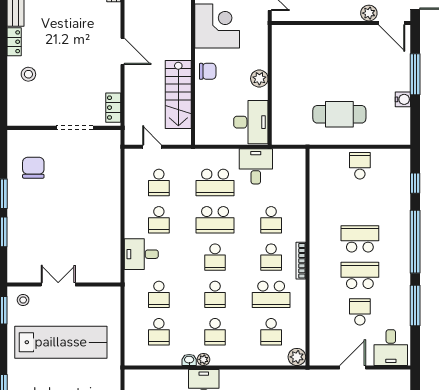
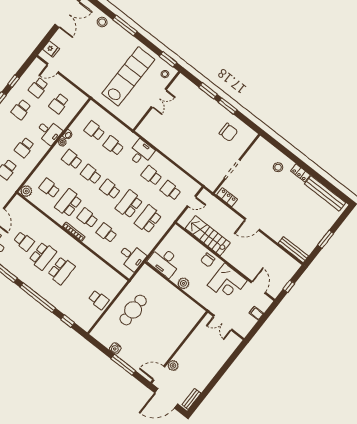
desk: (256, 166) -> (132, 257), moved
lab bench: (61, 342) -> (128, 76), turned 180

